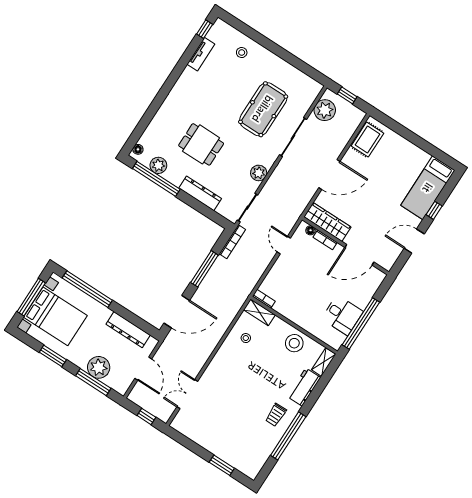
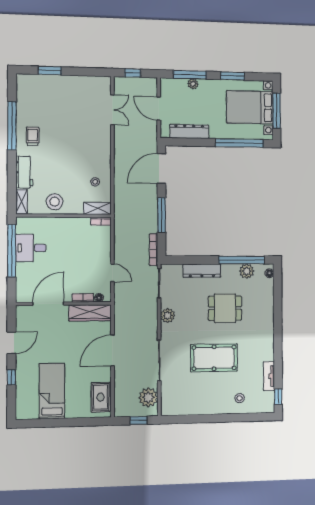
pool table: (263, 109) -> (214, 358), moved, turned 90
bed: (428, 188) -> (52, 391), moved
plant: (99, 367) -> (193, 84), width x0.53, depth x0.53

